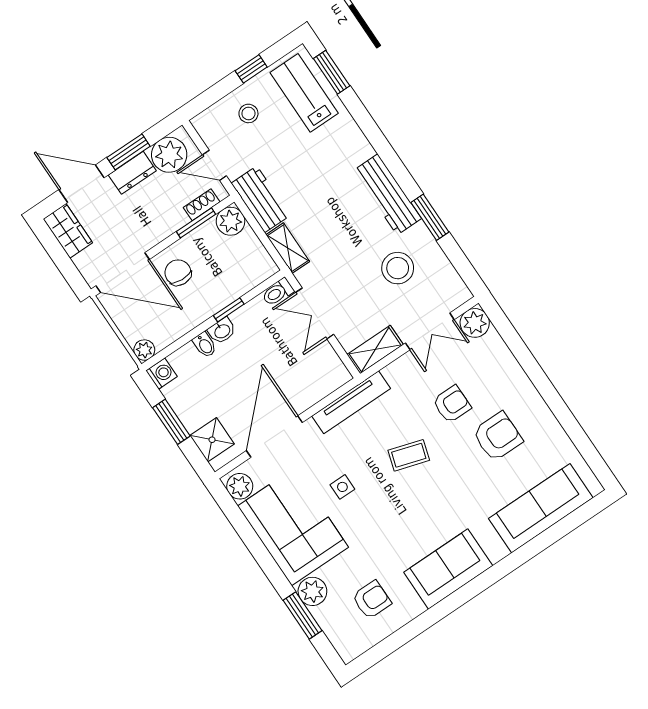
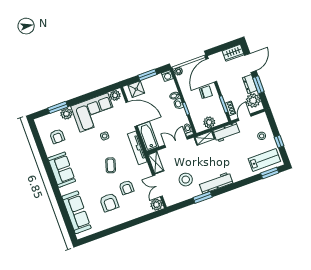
plant: (231, 221) -> (209, 122), moved
bathtub: (317, 384) -> (148, 136), added

